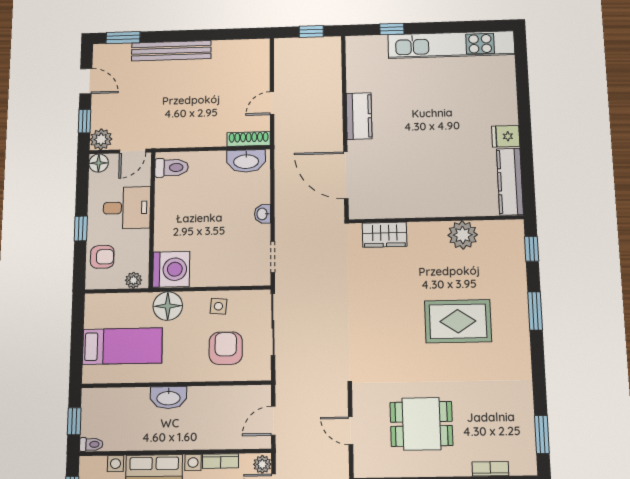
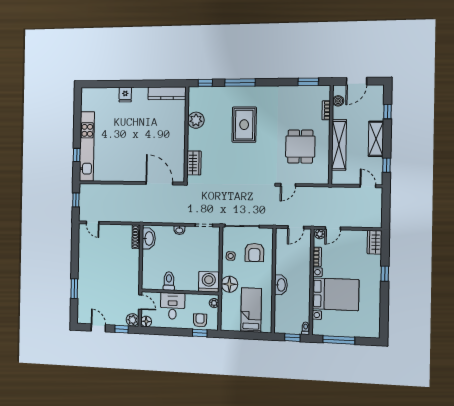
window: (123, 38) -> (74, 289), moved
kitchen unit: (451, 45) -> (87, 146), moved
bench: (171, 51) -> (83, 279), removed
door: (86, 81) -> (98, 328), hinge flipped
door: (272, 103) -> (93, 223), moved
kitchen counter: (359, 116) -> (126, 175), removed
fridge: (506, 136) -> (125, 95), moved
toilet: (172, 168) -> (169, 281), moved
door: (346, 175) -> (159, 183), swing flipped
window: (81, 228) -> (200, 333), moved
window: (535, 311) -> (240, 83), width x1.44
armchair: (226, 348) -> (254, 253), turned -90
door: (273, 421) -> (296, 227), hinge flipped
door: (351, 431) -> (288, 185), moved

